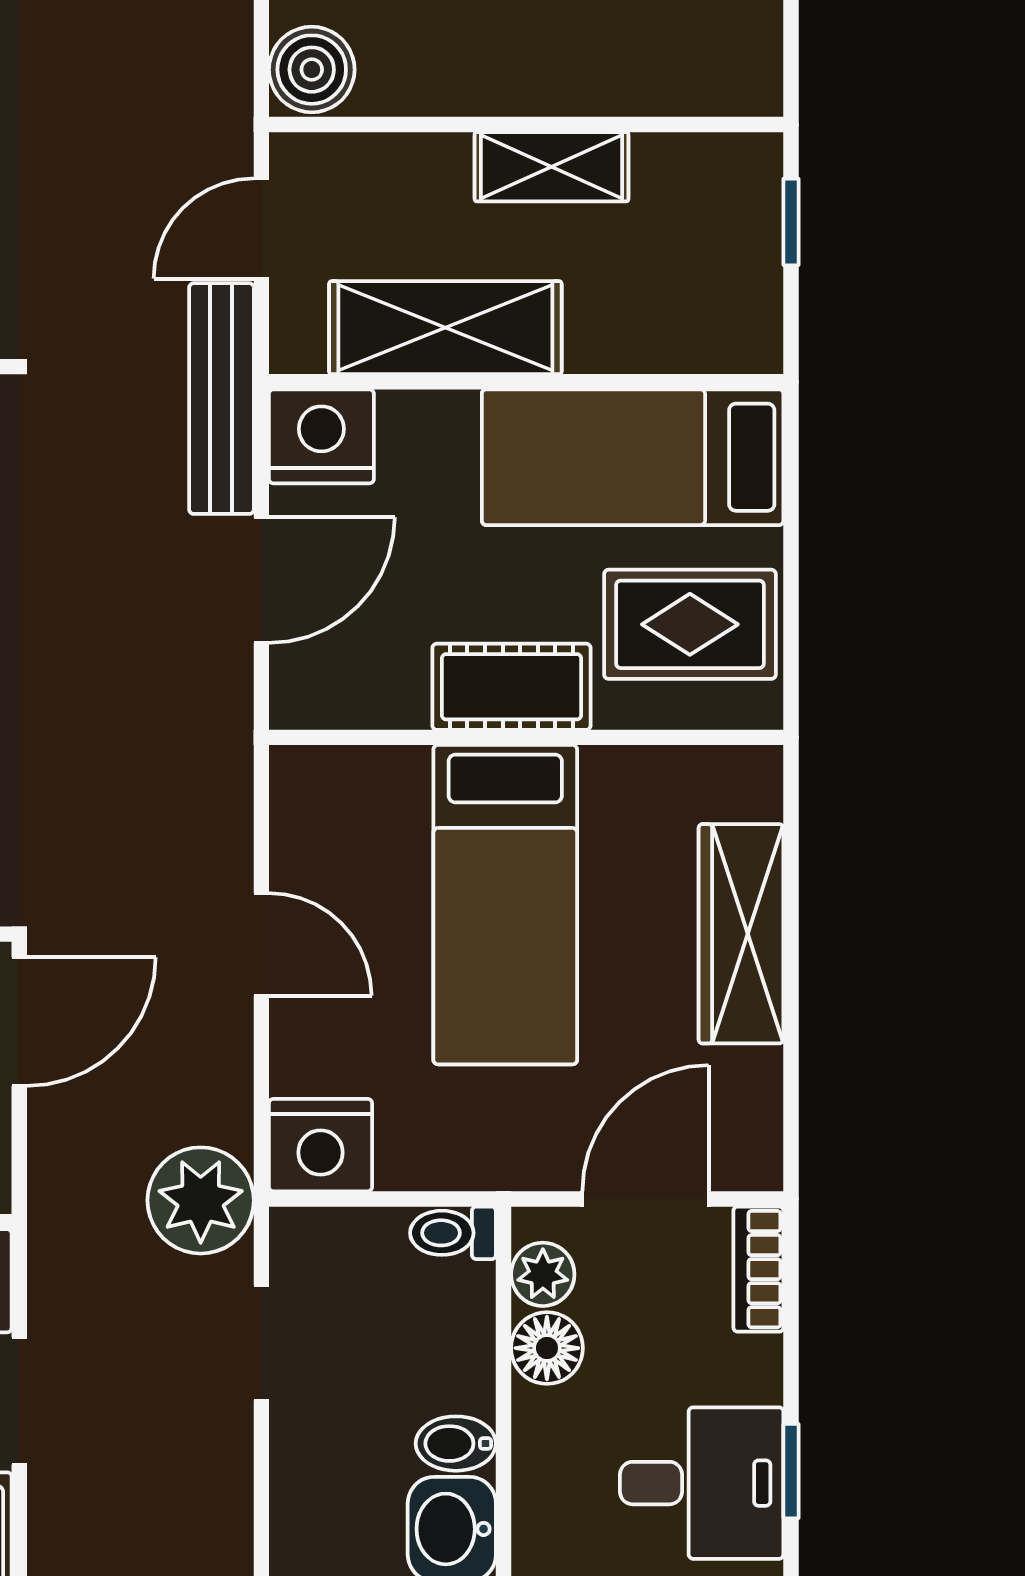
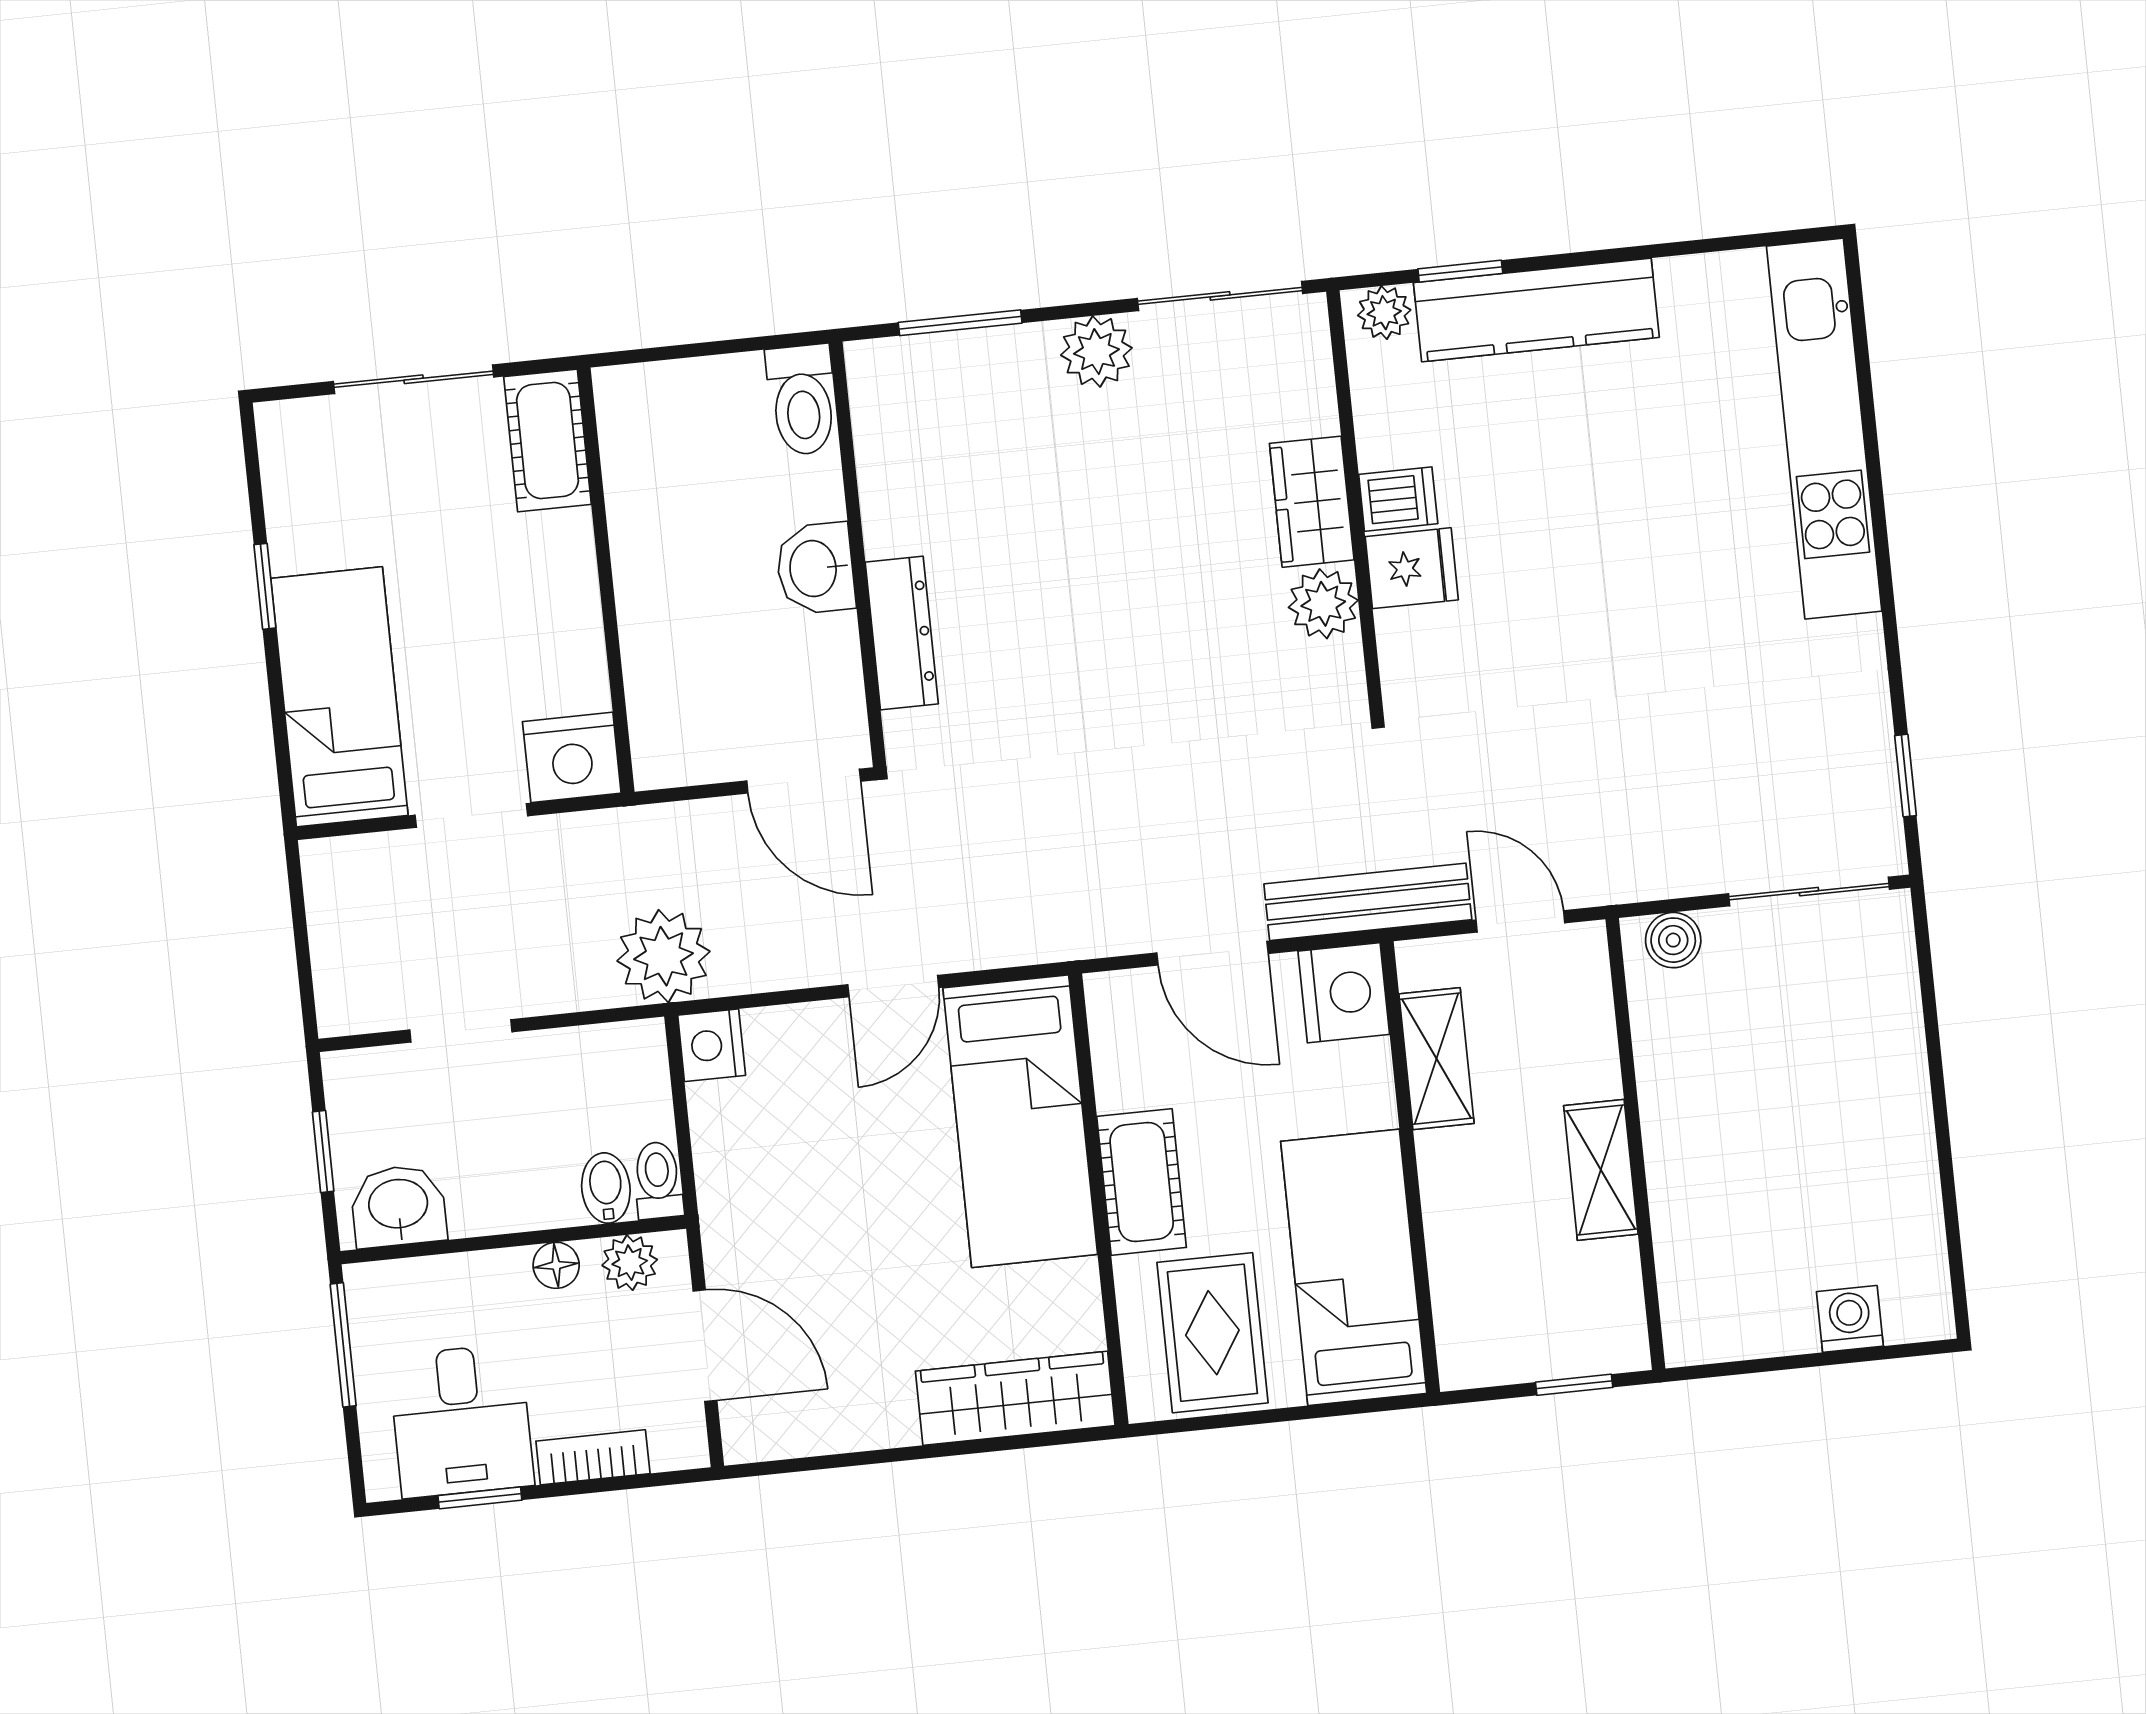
boiler: (312, 70) -> (1673, 940), width x0.73, depth x0.73
shelving: (445, 328) -> (1436, 1059), width x0.67, depth x0.75
bed: (505, 905) -> (1020, 1121), moved, turned -90
wardrobe: (741, 934) -> (1015, 1398), moved
nightstand: (320, 1145) -> (712, 1045), width x0.74, depth x0.75
bookcase: (758, 1269) -> (593, 1457), moved
doorway: (261, 1343) -> (461, 1031), moved
floor lamp: (547, 1348) -> (556, 1265), width x0.73, depth x0.73
bidet: (456, 1444) -> (606, 1188), moved

